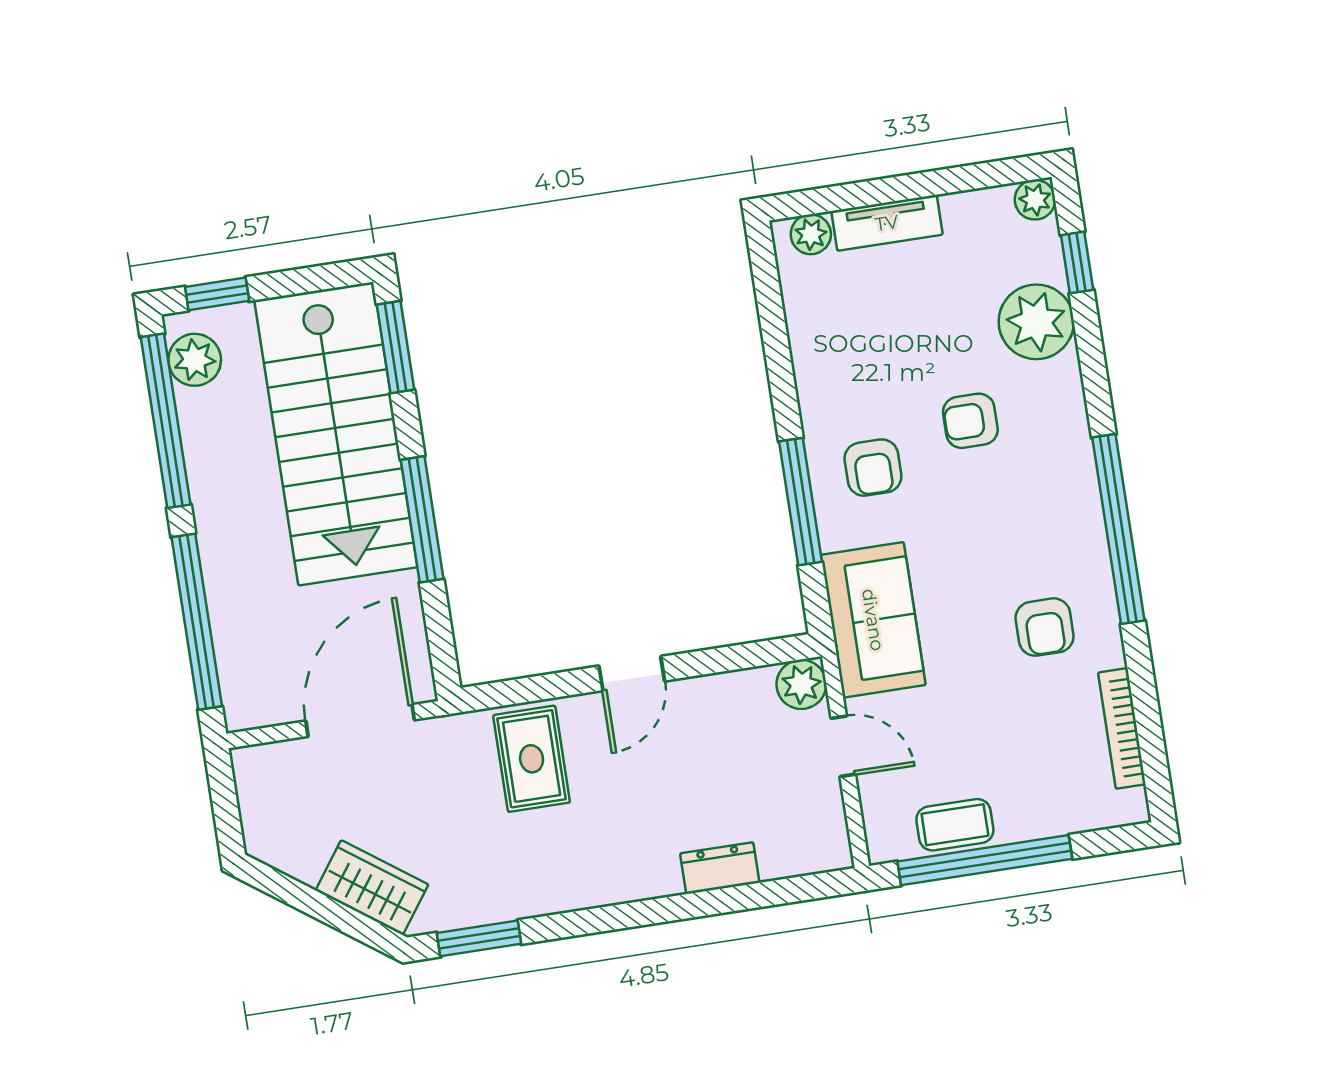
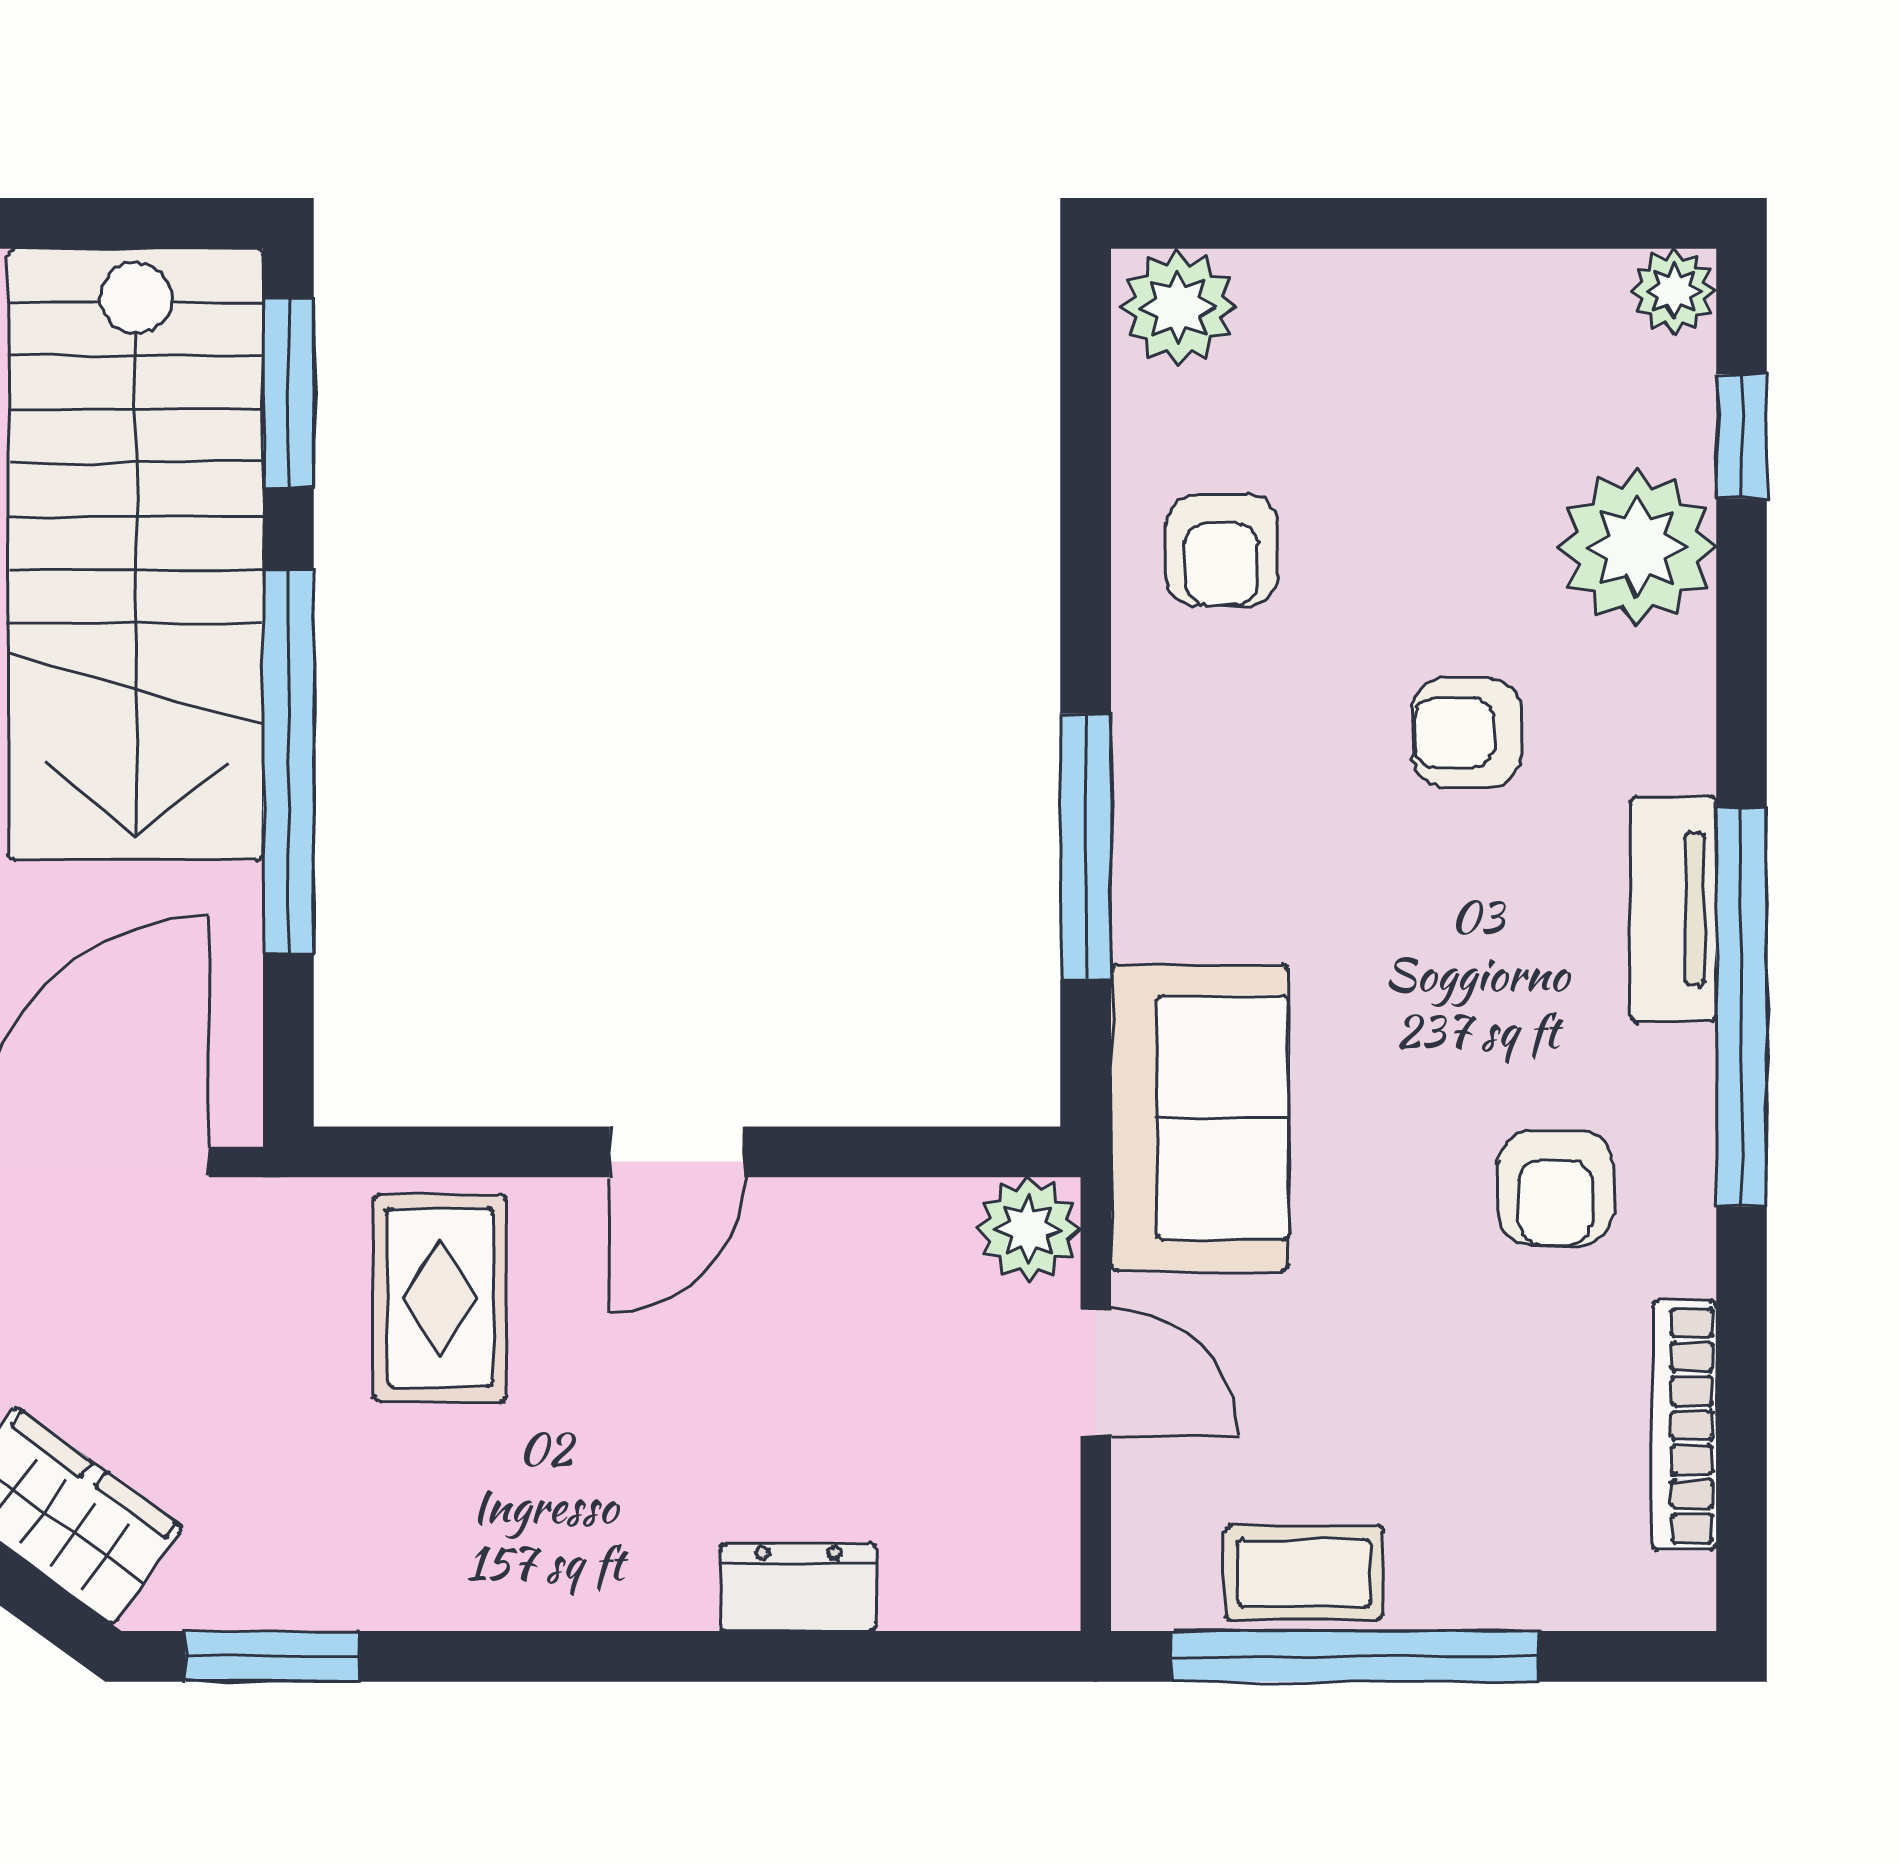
tv unit: (887, 223) -> (1673, 909), moved, turned 90
plant: (811, 234) -> (1178, 307), width x1.38, depth x1.38
armchair: (873, 468) -> (1222, 550), moved
window: (422, 519) -> (288, 761), width x1.46

